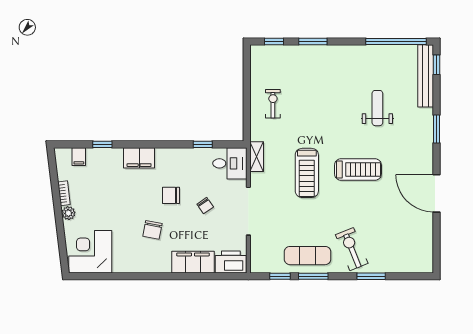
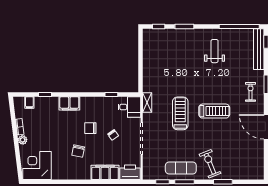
exercise bike: (273, 104) -> (251, 92), moved
weight bench: (377, 108) -> (215, 51), moved
treadmill: (307, 173) -> (180, 113), turned 180

